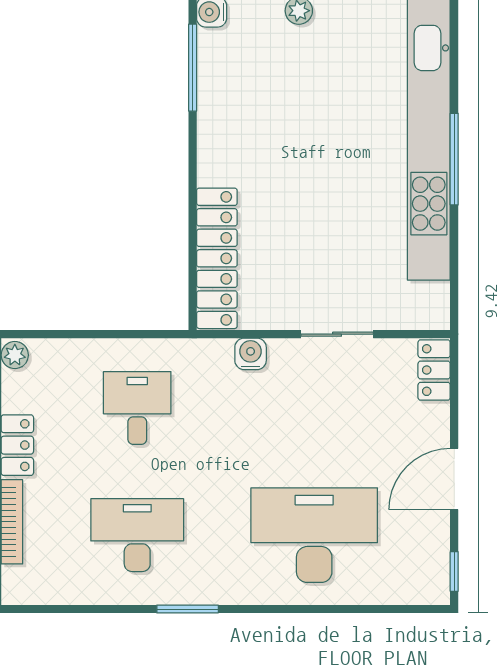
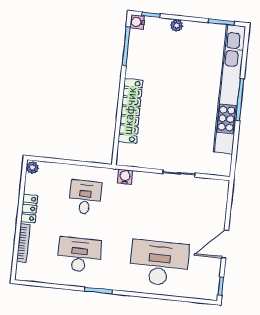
locker: (217, 258) -> (130, 111), moved
water cooler: (251, 354) -> (125, 177), moved
locker: (434, 370) -> (221, 194), removed

